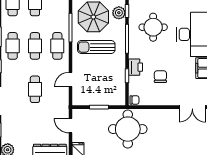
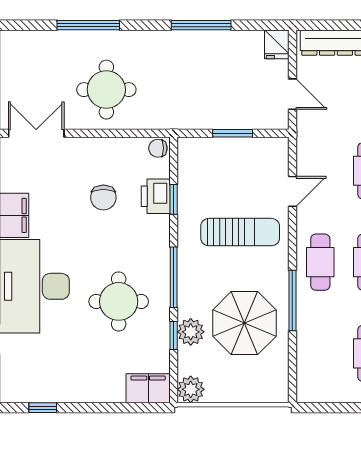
sun lounger: (96, 47) -> (240, 232), moved
printer: (135, 67) -> (156, 196), moved
round table: (128, 129) -> (106, 90), moved, width x0.73, depth x0.73

